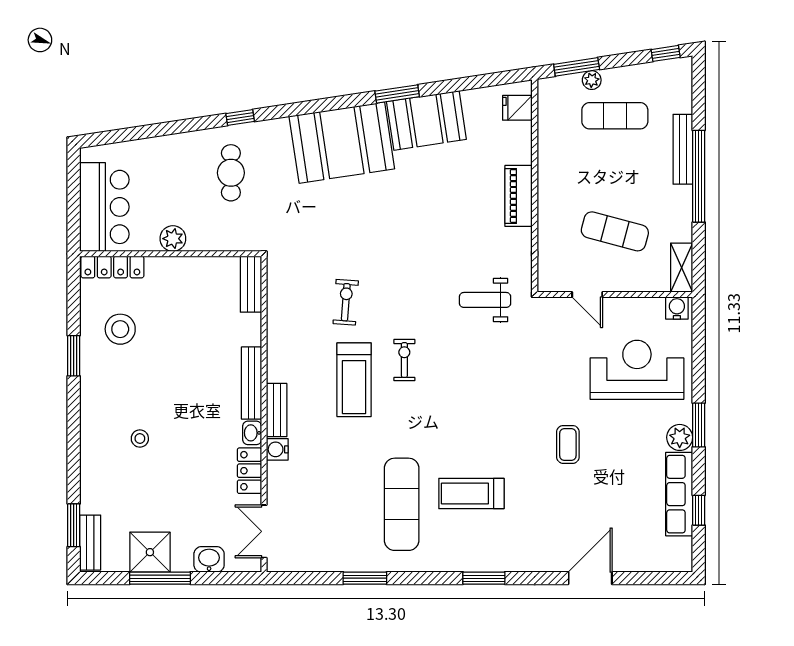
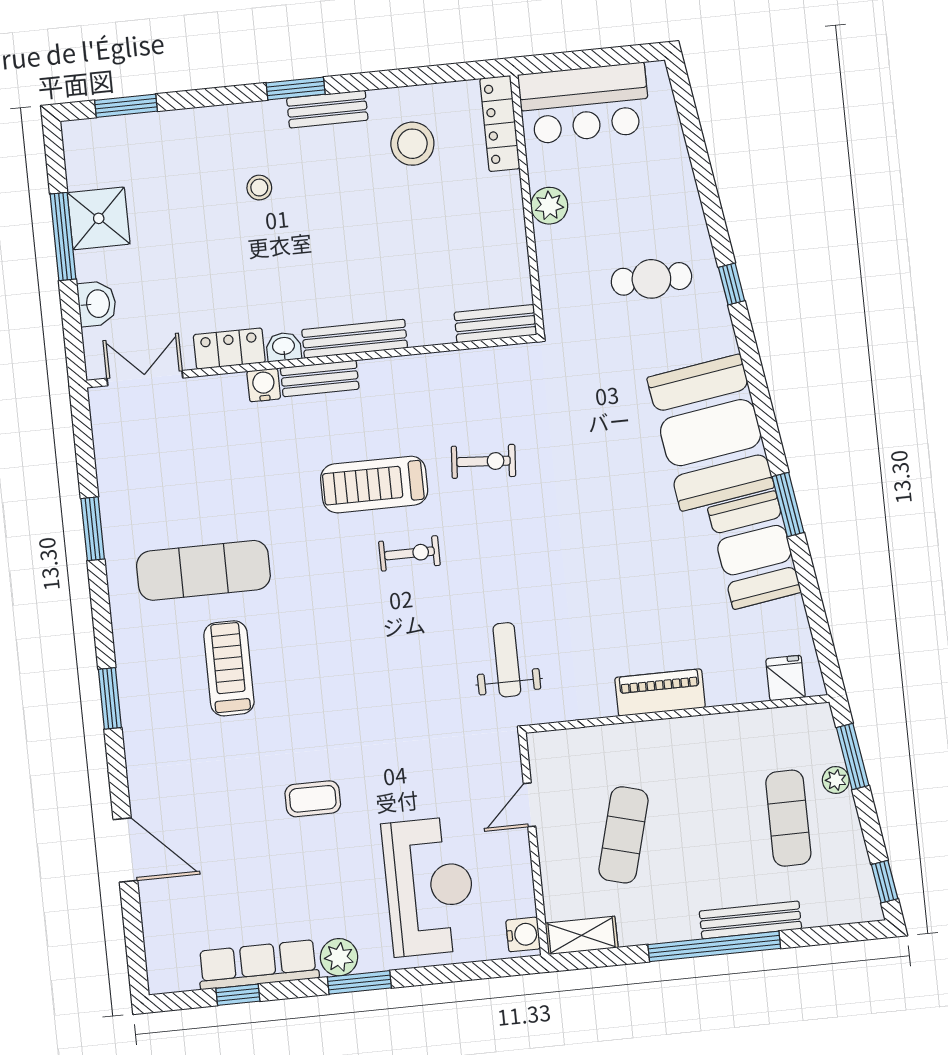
window: (74, 356) -> (296, 89), moved
bench: (90, 543) -> (327, 109), moved

